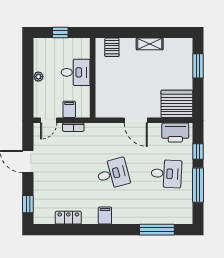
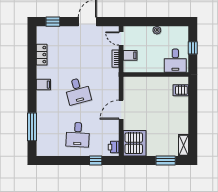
shelving: (150, 44) -> (184, 145), moved
desk: (76, 72) -> (175, 61), moved
printer: (175, 133) -> (114, 147), width x0.53, depth x0.68
window: (198, 185) -> (68, 160), removed

